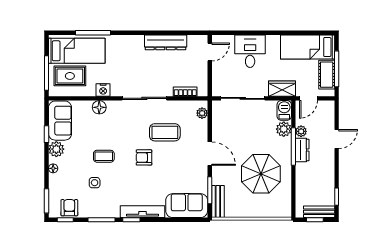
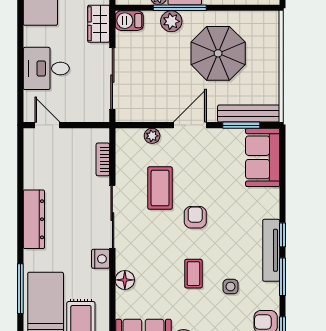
dresser: (166, 42) -> (34, 219), moved
nightstand: (103, 90) -> (101, 259), moved
plant: (202, 113) -> (152, 136), moved
plant: (284, 129) -> (171, 21), moved
armchair: (144, 157) -> (195, 217), turned 180
bench: (218, 201) -> (249, 114), width x1.36
tv unit: (142, 212) -> (271, 250), moved

